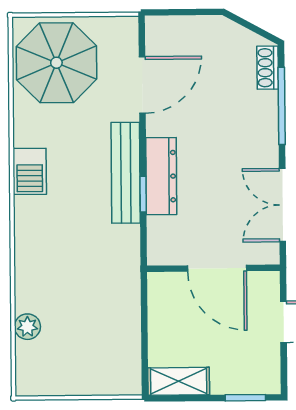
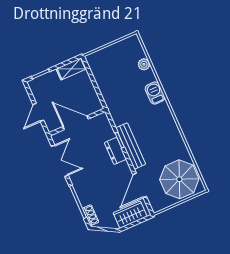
wardrobe: (187, 34) -> (130, 215), added
barbecue: (30, 171) -> (155, 93), moved
dresser: (161, 176) -> (115, 151), width x0.70

